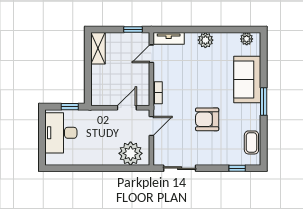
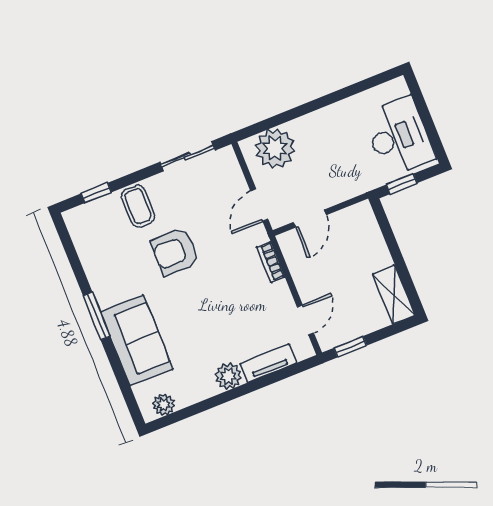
tv unit: (169, 38) -> (268, 363), moved
armchair: (207, 119) -> (175, 251), turned 180
coffee table: (251, 142) -> (138, 206), moved

